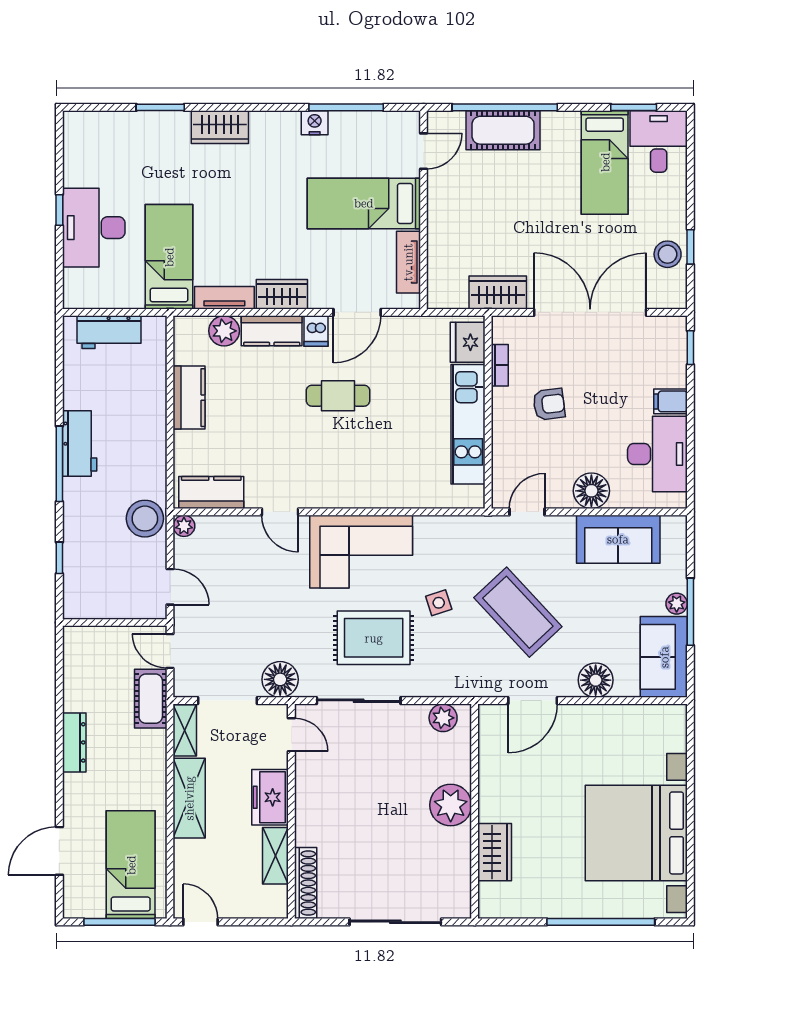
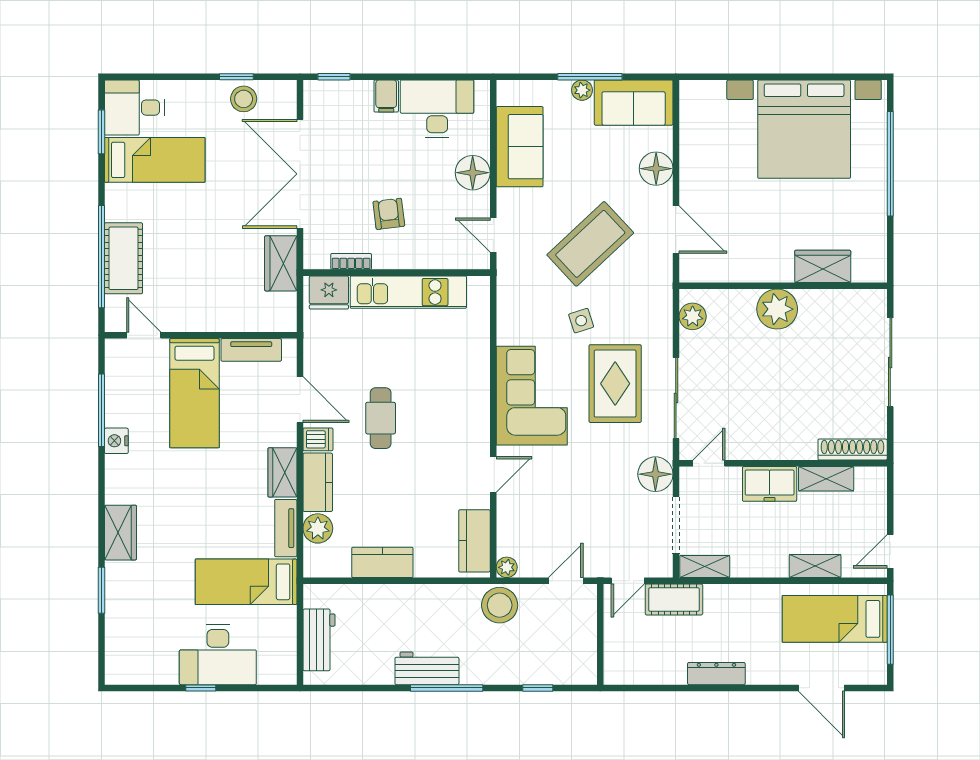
shelving: (189, 798) -> (815, 566), moved, width x0.67, depth x0.75

